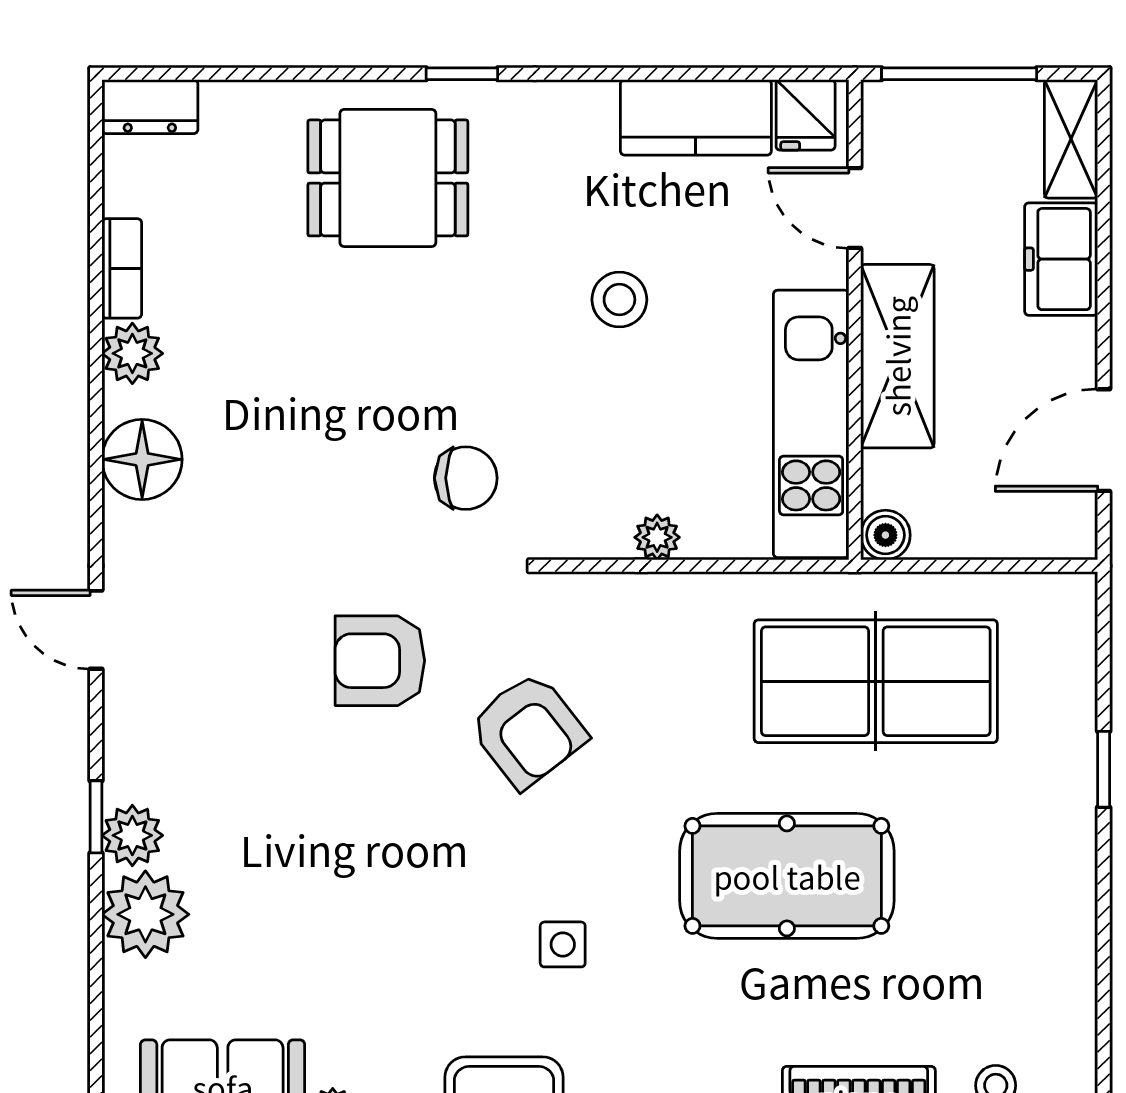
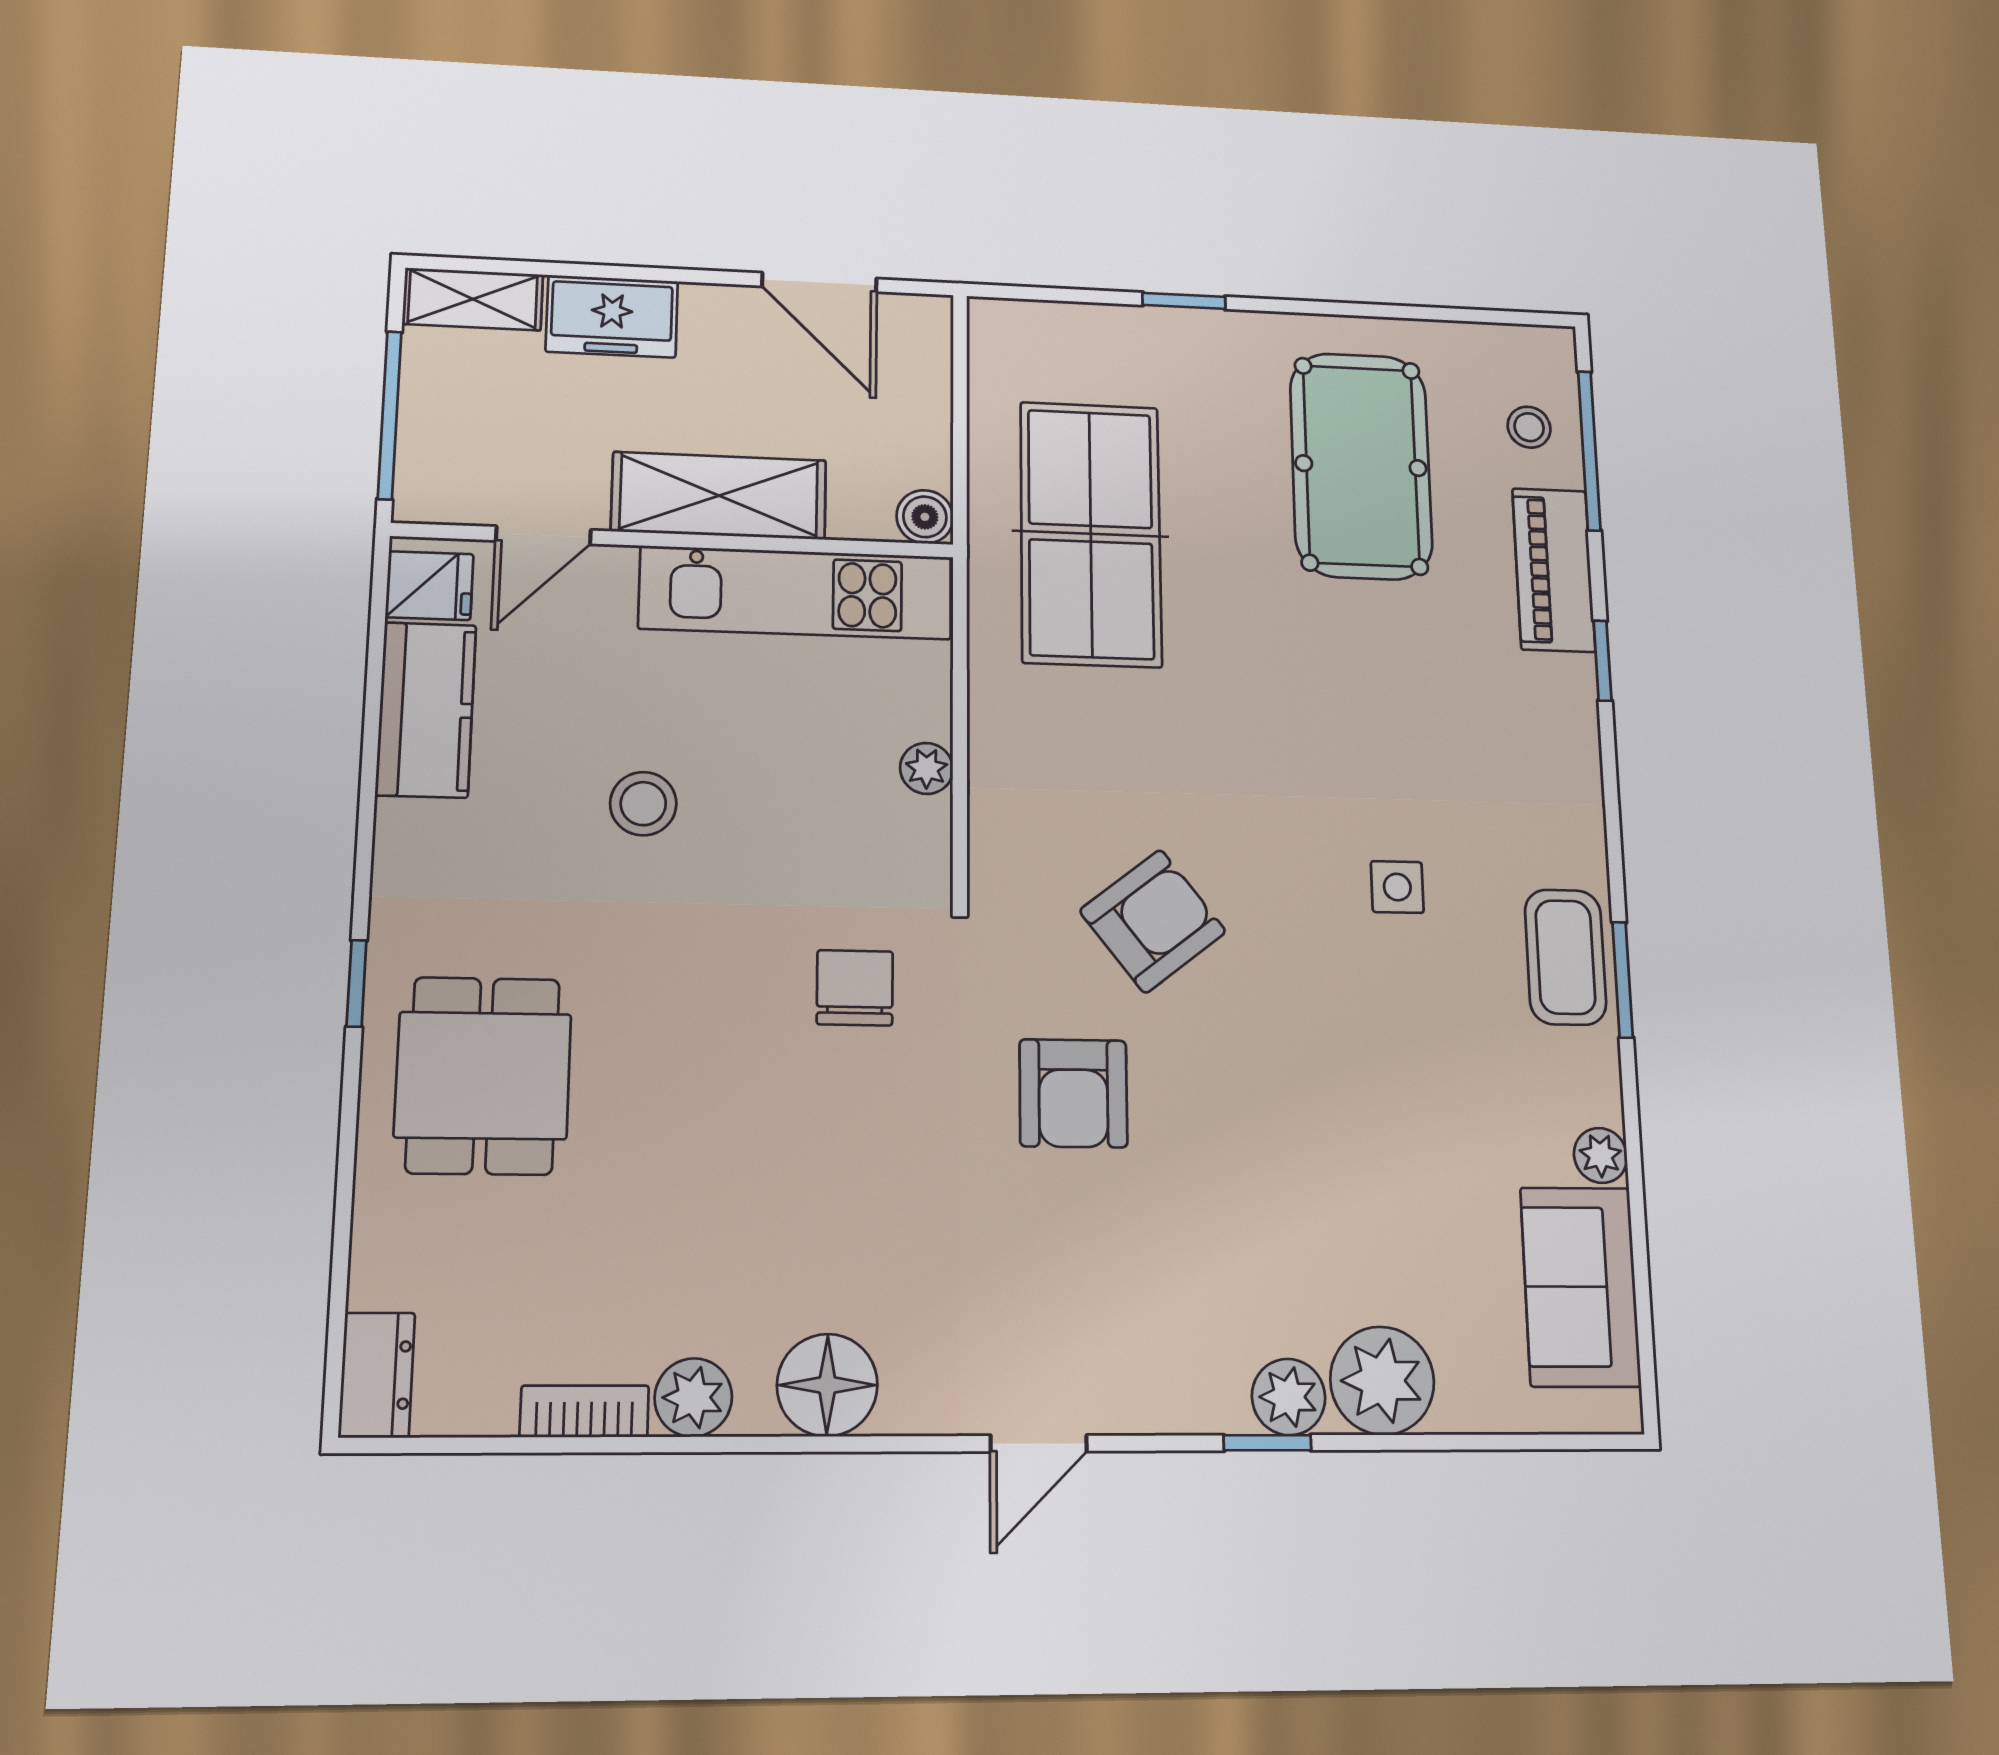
pool table: (787, 876) -> (1361, 466), moved

